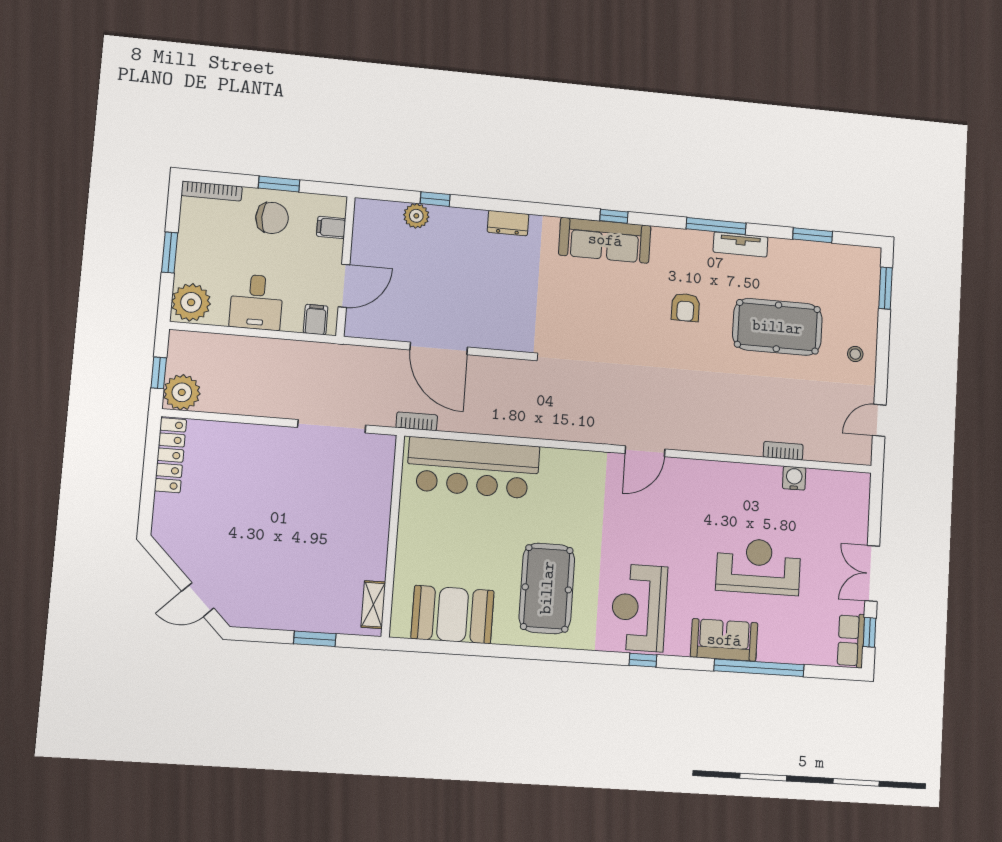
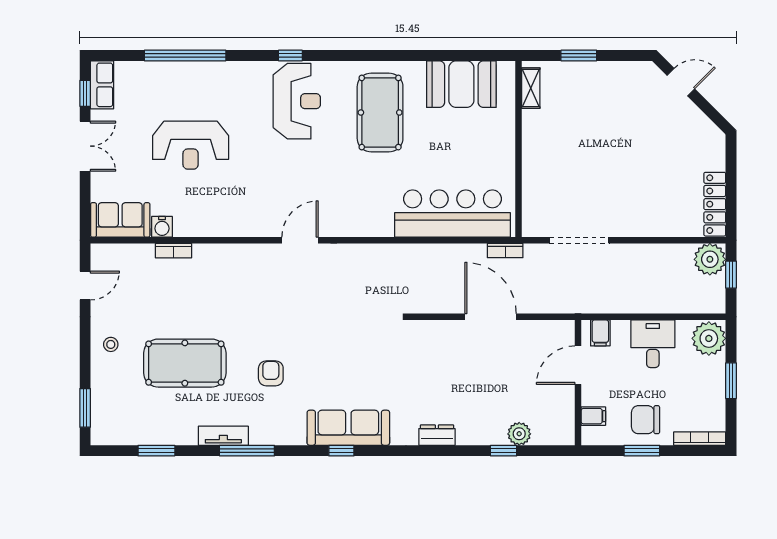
sofa: (724, 640) -> (120, 220), moved, turned 180

